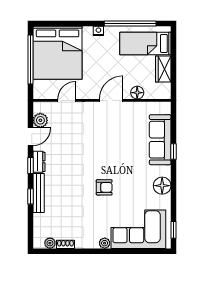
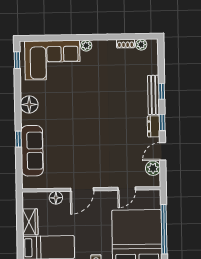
armchair: (104, 187) -> (87, 102), removed

